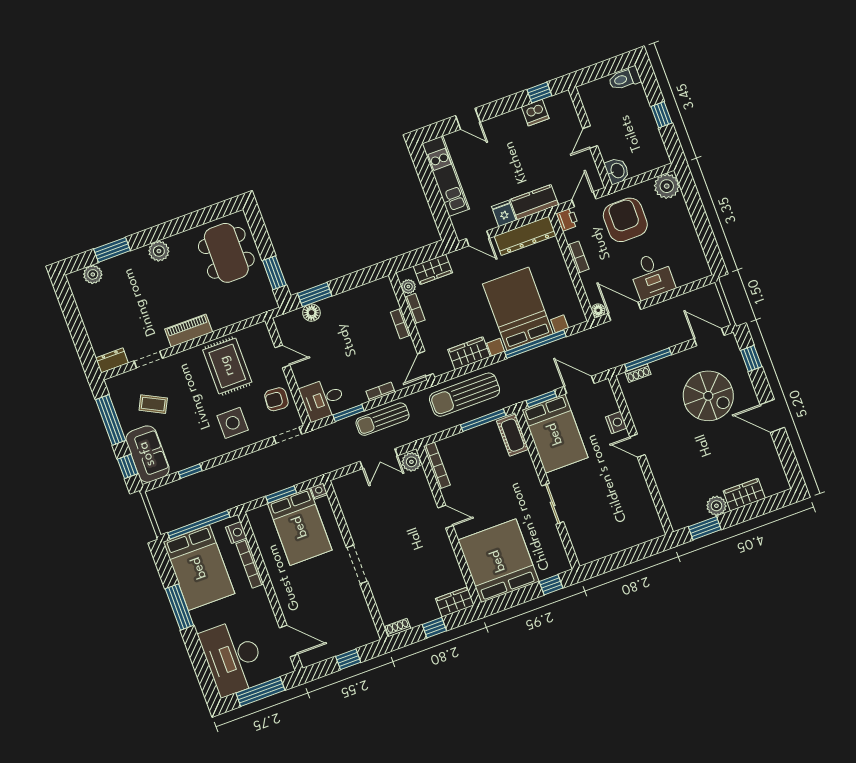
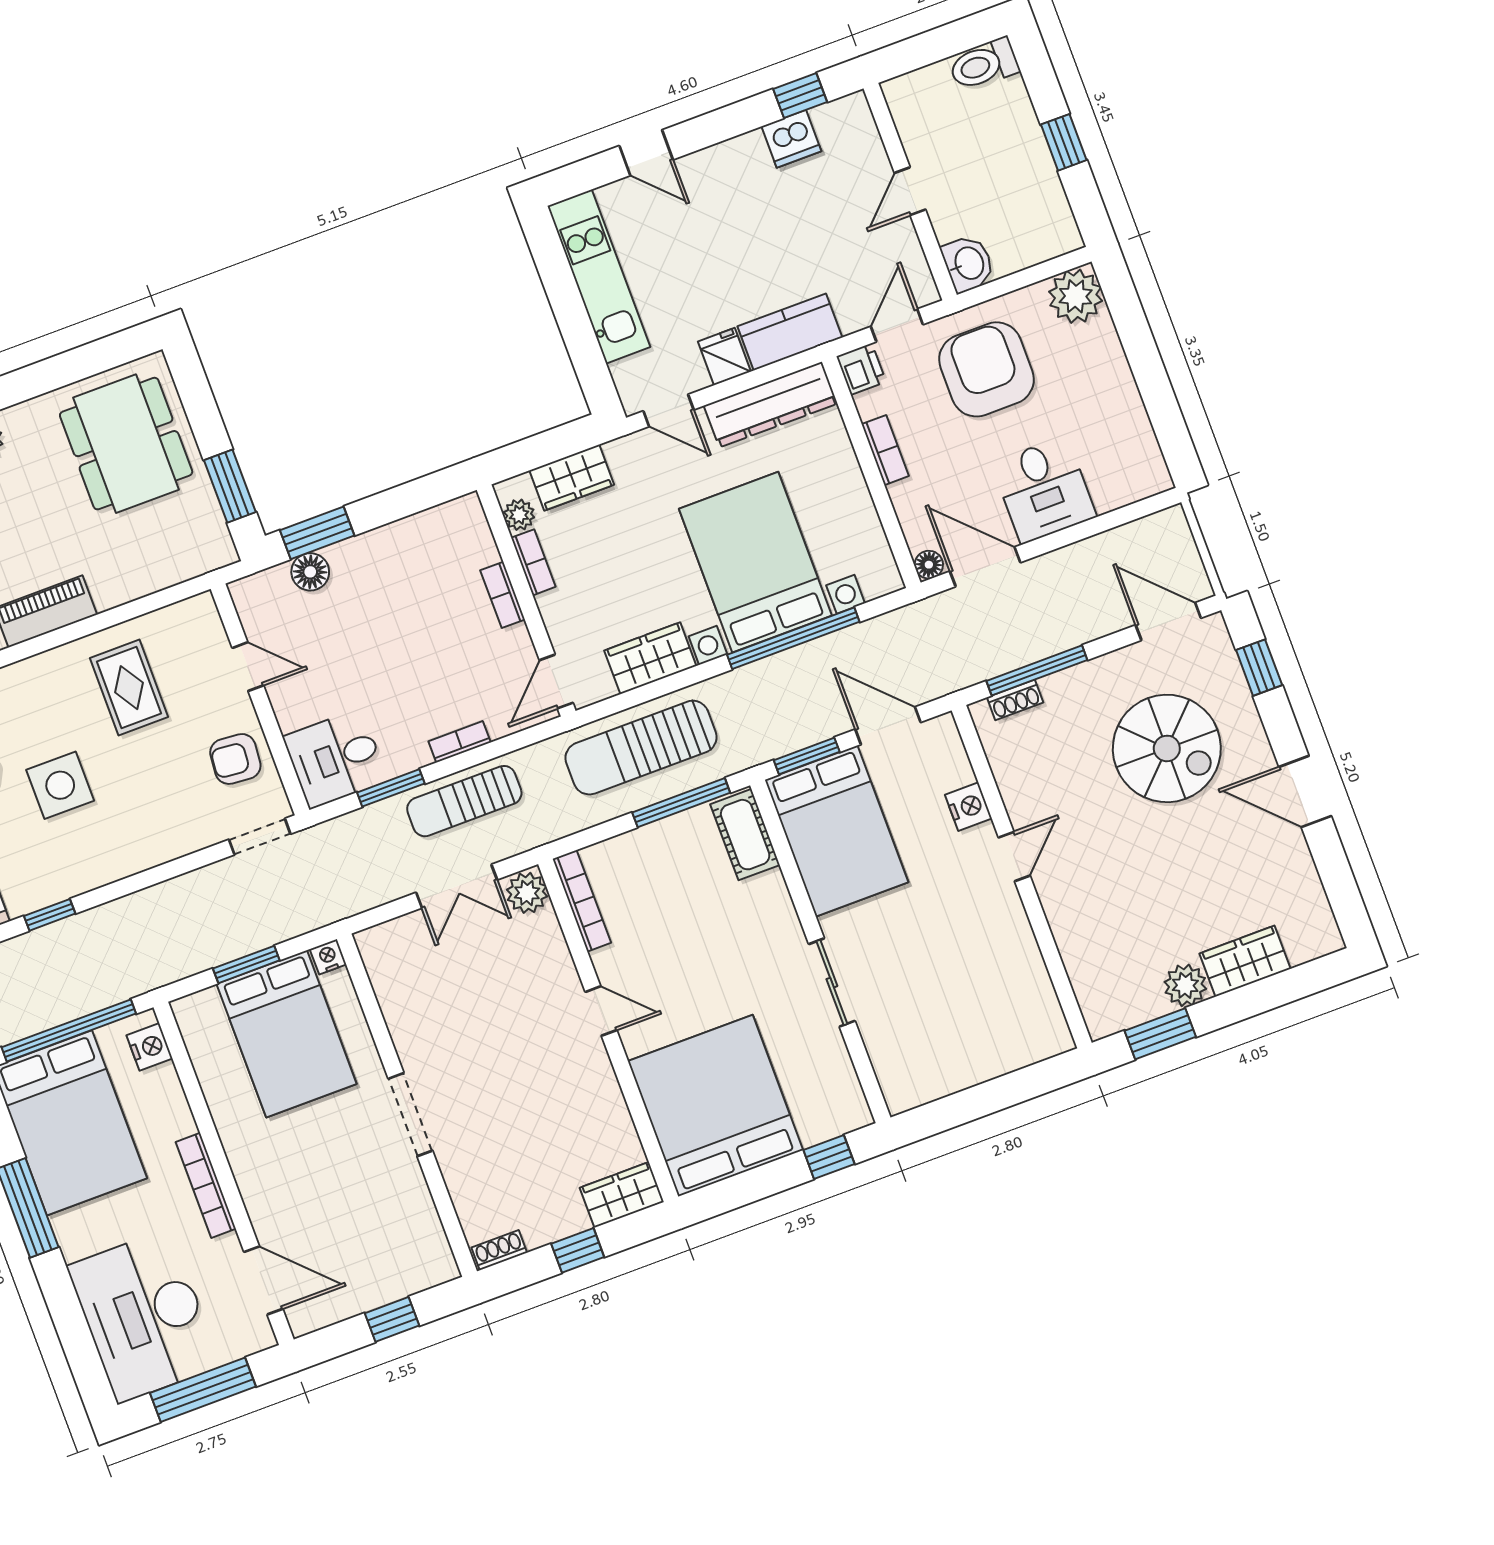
rug: (227, 366) -> (129, 688), width x0.73, depth x0.70
side table: (233, 423) -> (60, 785), moved
door: (637, 446) -> (1014, 856), swing flipped
bookcase: (250, 564) -> (206, 1185), moved

